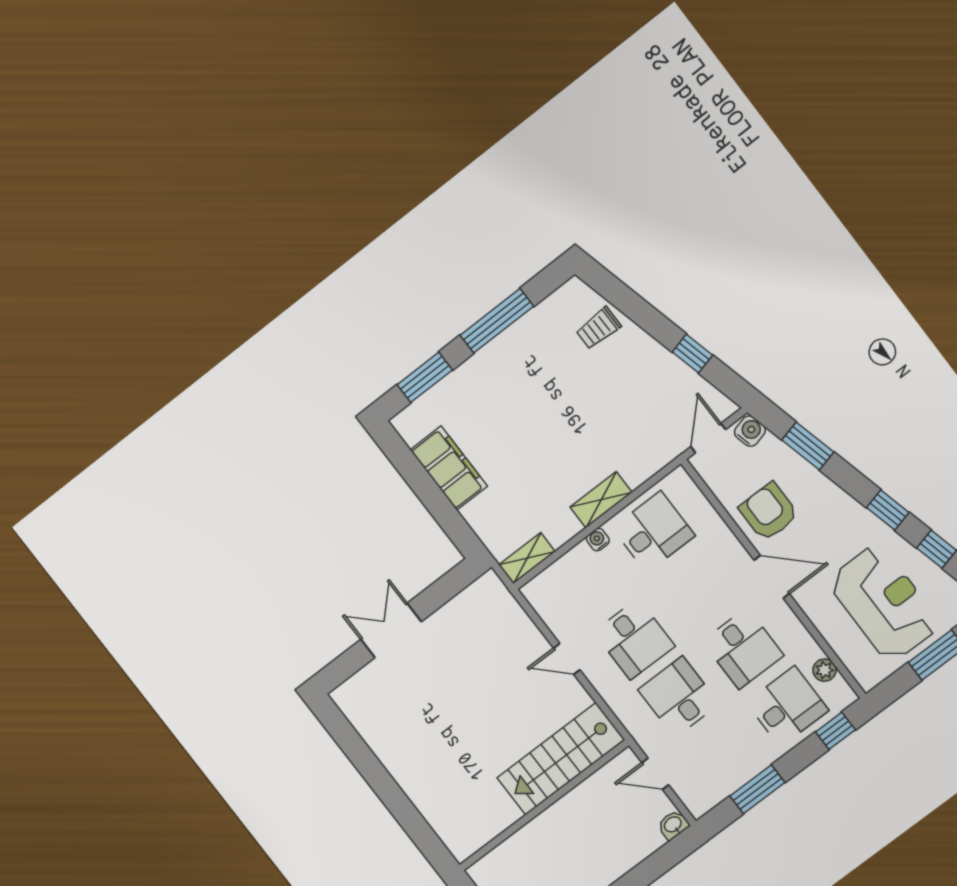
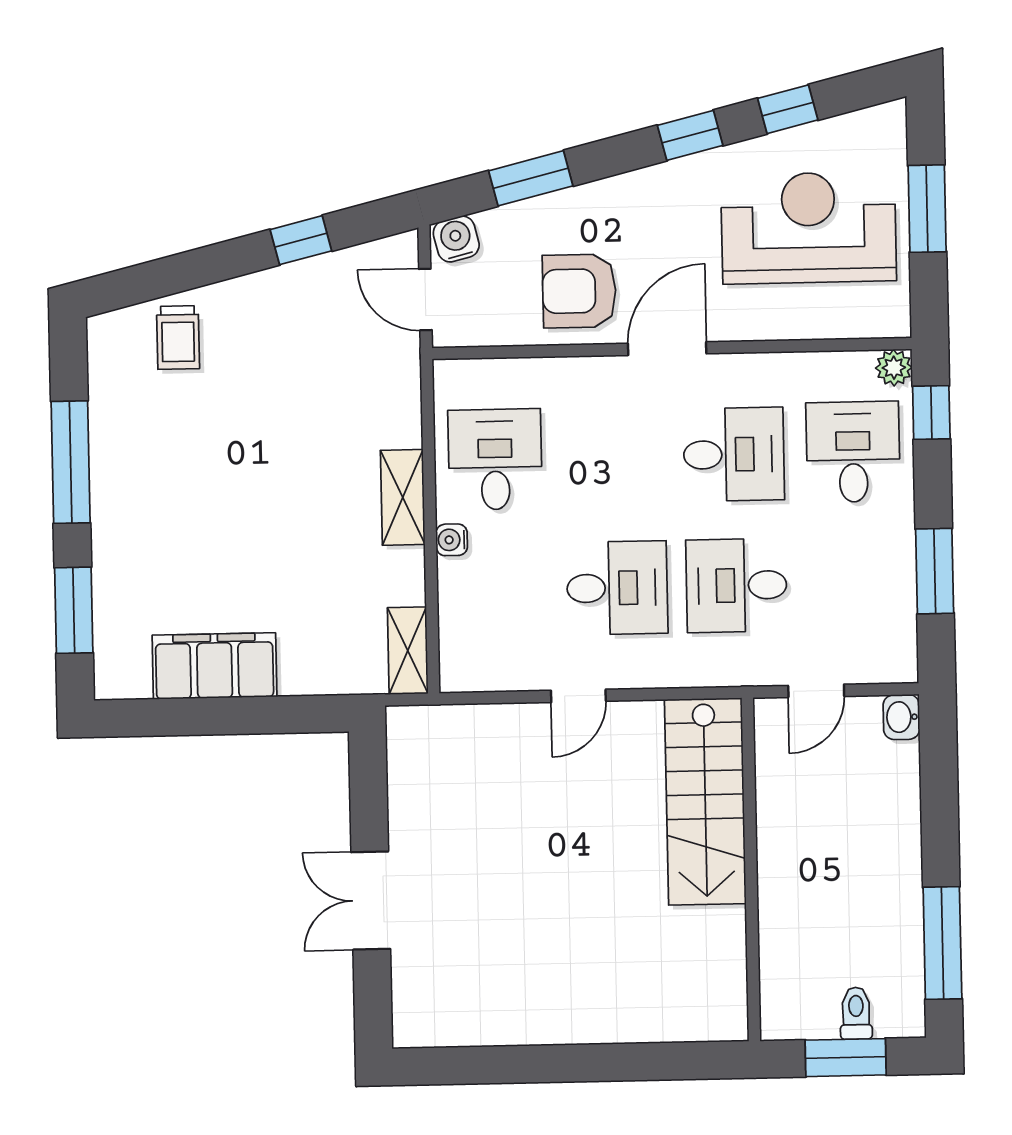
plant: (824, 670) -> (894, 368), moved

